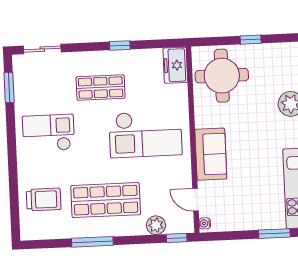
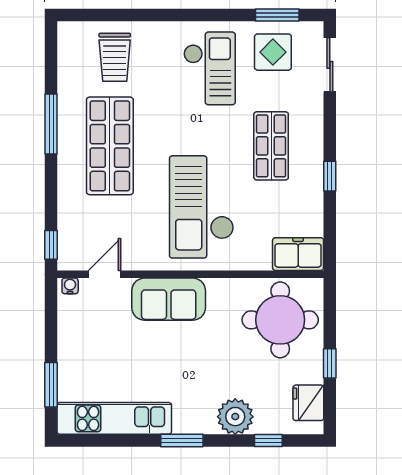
fridge: (279, 53) -> (308, 403), added
display table: (35, 89) -> (273, 52), added
plant: (156, 225) -> (71, 216), removed

